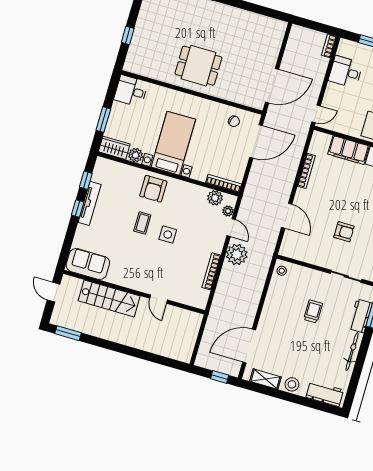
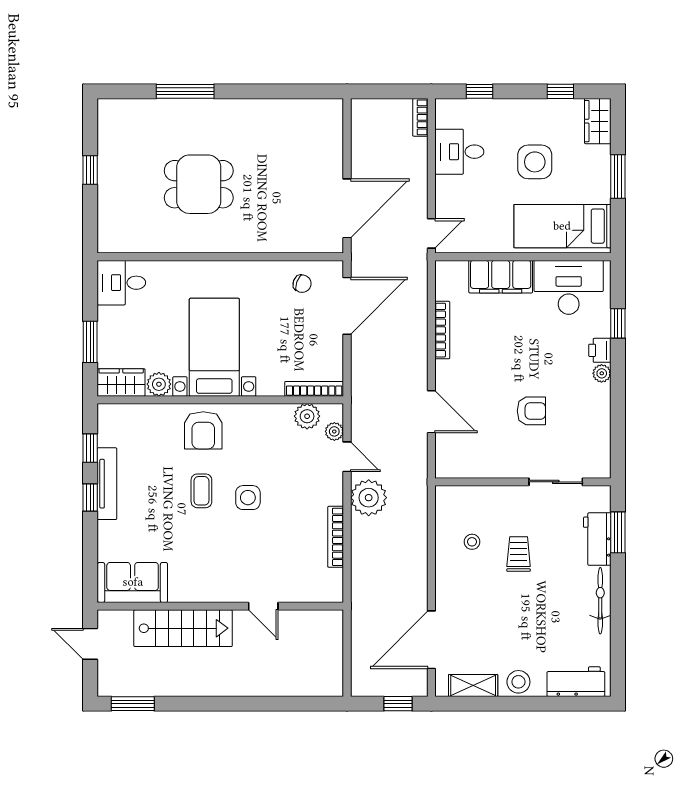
window: (128, 35) -> (90, 170), moved
dining table: (198, 66) -> (199, 184), moved
stool: (282, 271) -> (472, 542), moved

